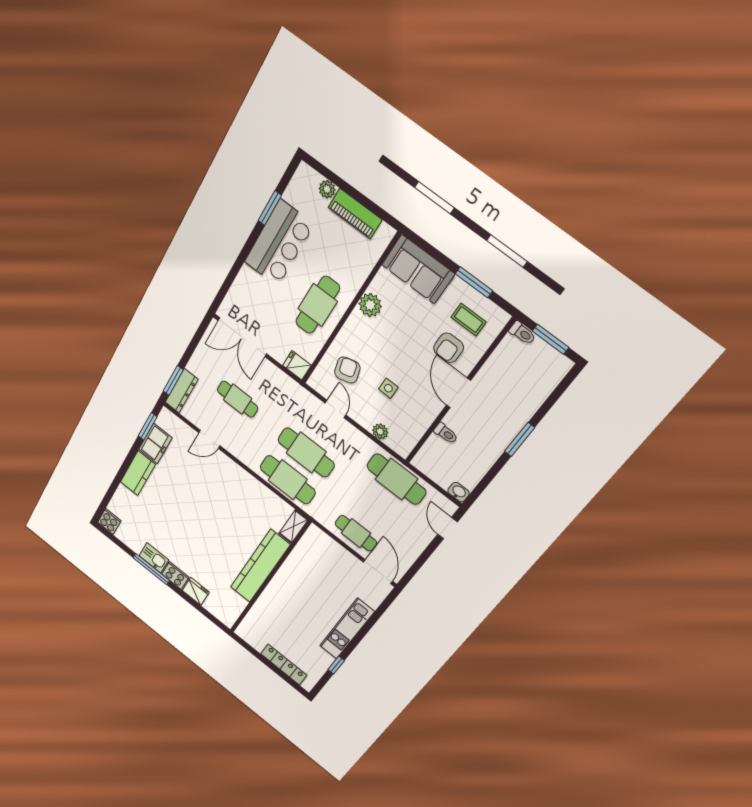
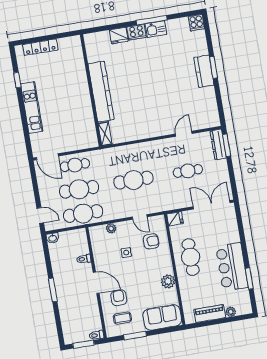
armchair: (347, 370) -> (151, 241), turned -75
window: (148, 426) -> (214, 67), moved
freezer: (155, 444) -> (208, 100), removed
cafe table: (288, 480) -> (79, 189), moved

